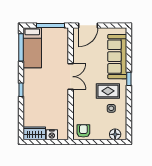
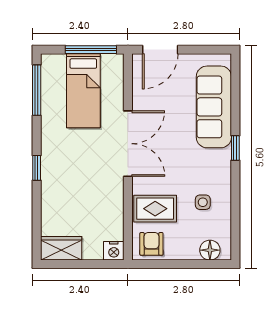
bed: (32, 48) -> (83, 91), moved
double door: (71, 77) -> (128, 144), width x1.37
rug: (108, 91) -> (155, 209), moved
nightstand: (52, 135) -> (114, 251), moved

